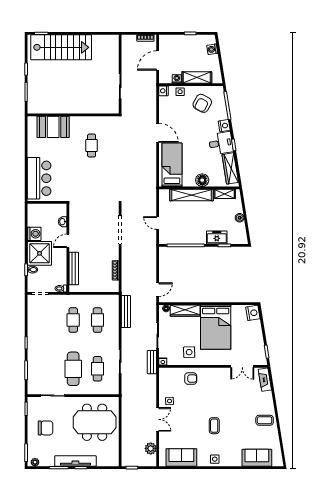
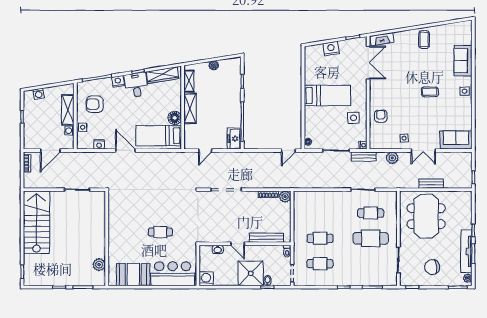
stairs: (61, 47) -> (37, 222), moved
door: (158, 61) -> (50, 151), hinge flipped
nightstand: (164, 91) -> (99, 144), moved
armchair: (202, 103) -> (95, 104), turned 151
plant: (48, 108) -> (99, 265), added
booth: (53, 127) -> (133, 275), moved, turned 90
door: (158, 133) -> (125, 151), hinge flipped
cafe table: (92, 146) -> (160, 232), moved
floor lamp: (202, 180) -> (175, 118), moved
shelving: (191, 195) -> (190, 108), width x0.68
door: (158, 223) -> (205, 151), moved
washing machine: (34, 234) -> (206, 279), moved
freezer: (217, 237) -> (234, 139), moved
plant: (113, 286) -> (285, 197), added
door: (158, 290) -> (288, 151), swing flipped
bench: (126, 311) -> (431, 184), moved, width x0.73
wardrobe: (185, 311) -> (310, 122), removed
nightstand: (253, 313) -> (331, 49), moved
cafe table: (97, 320) -> (320, 264), moved
bed: (216, 327) -> (327, 95), width x0.67
double door: (242, 366) -> (368, 63), width x1.37
double door: (158, 419) -> (423, 151), swing flipped
chair: (46, 428) -> (432, 267), turned -98
plant: (151, 448) -> (392, 158), moved
sofa: (181, 457) -> (456, 140), moved, turned 90
sofa: (257, 458) -> (463, 61), moved
tv unit: (75, 461) -> (466, 251), moved

